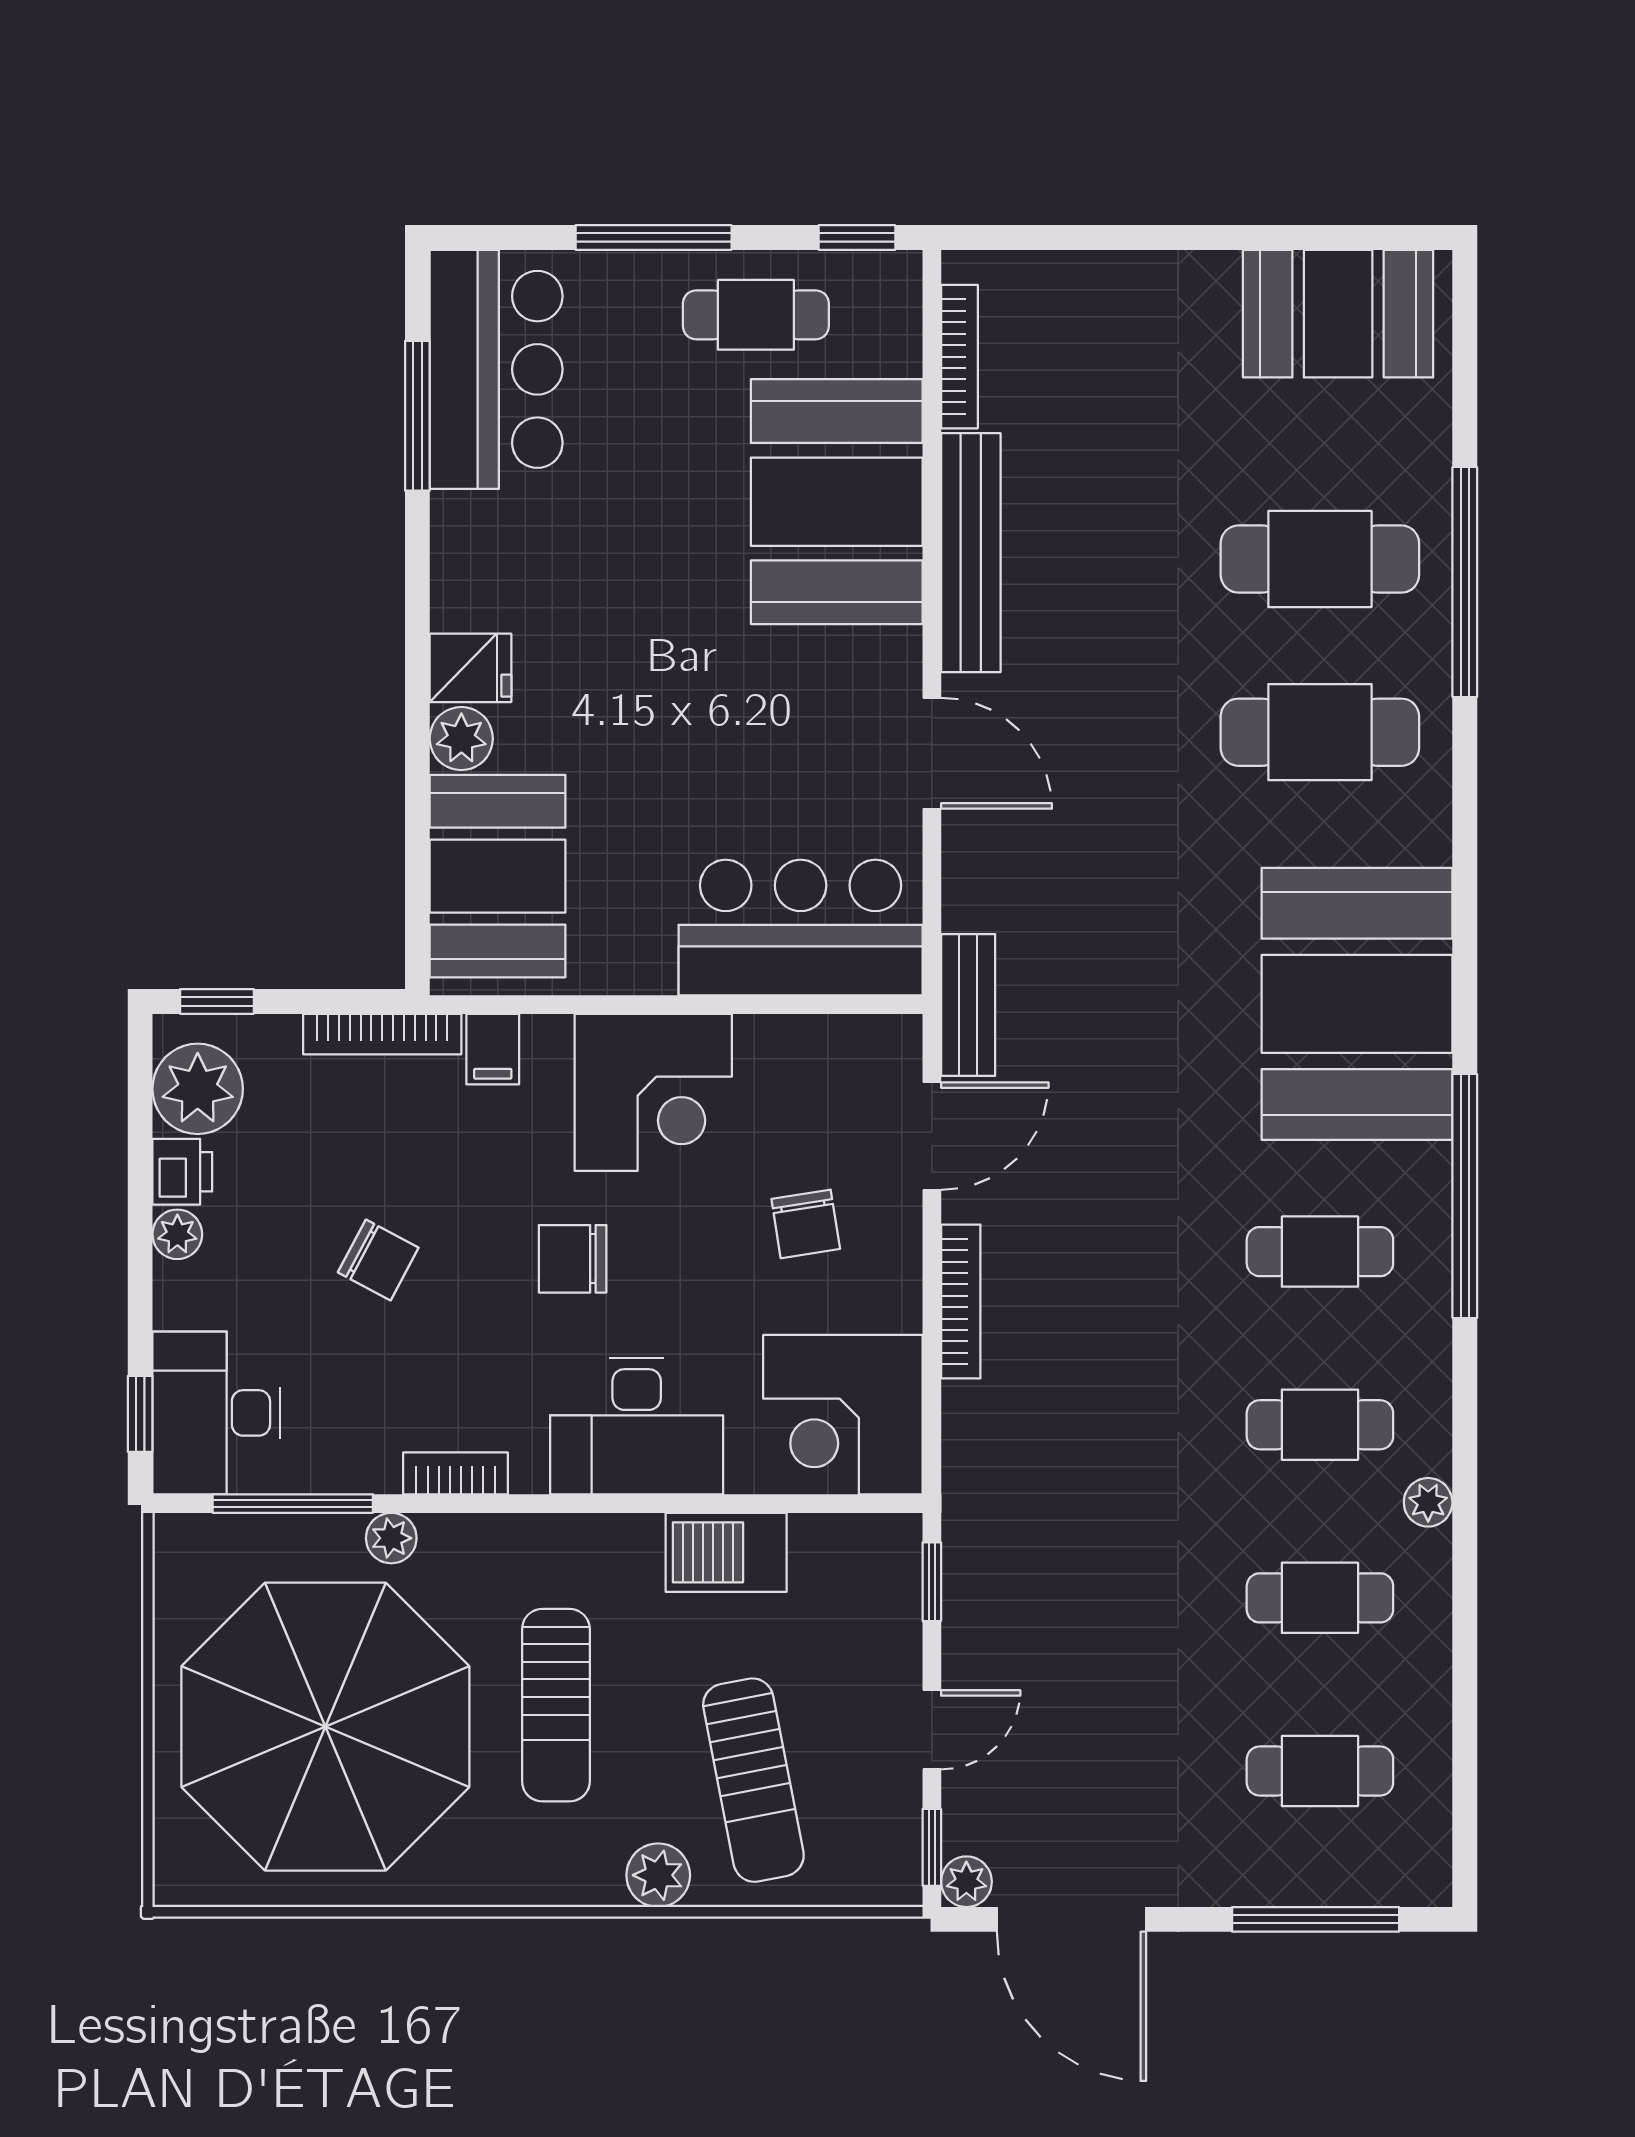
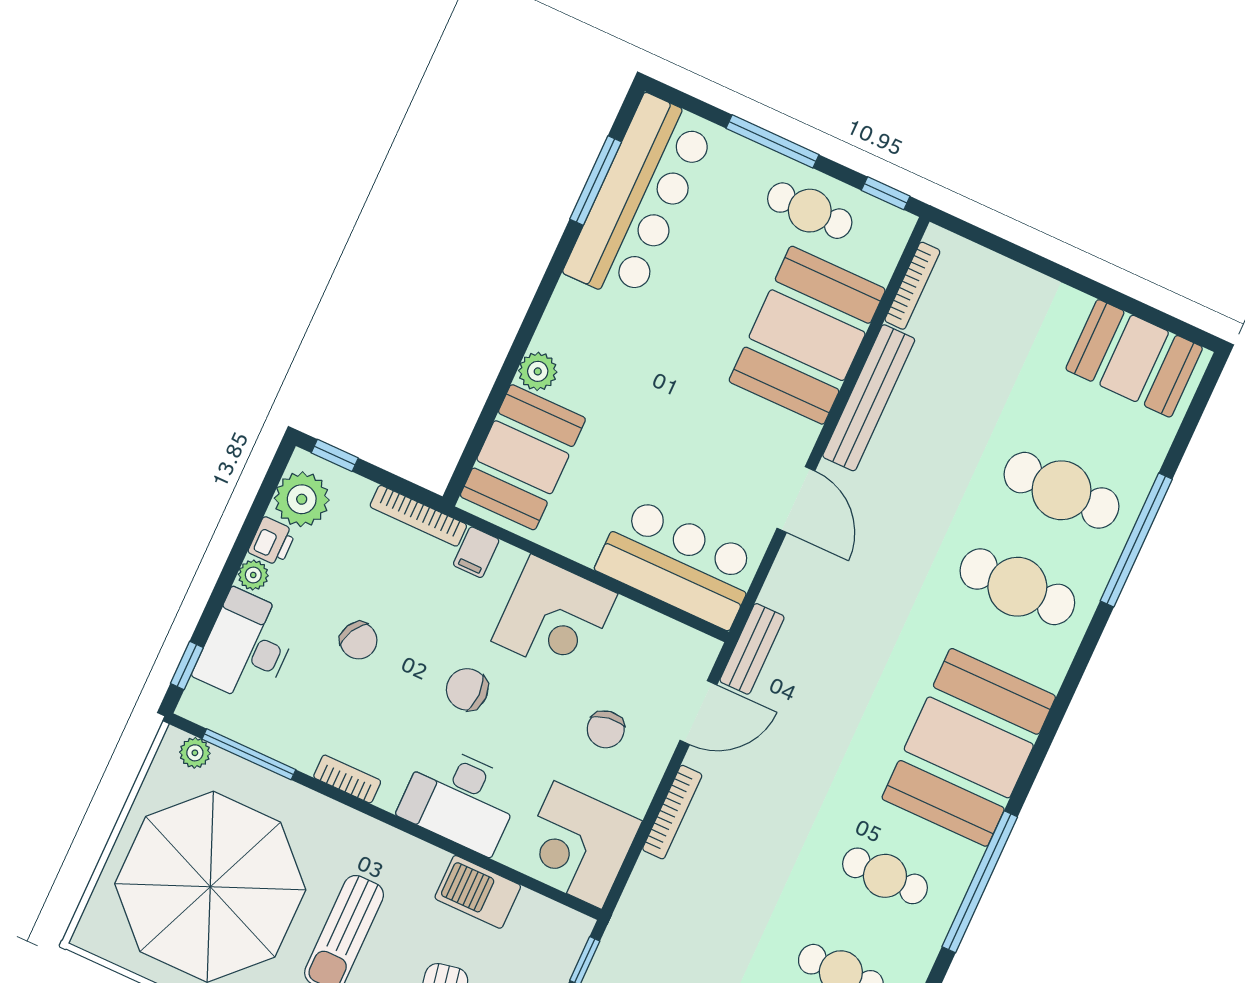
bar counter: (496, 369) -> (640, 199), width x1.36
fridge: (471, 668) -> (561, 334), removed
desk: (216, 1413) -> (247, 647), moved
plant: (391, 1538) -> (195, 753), moved

